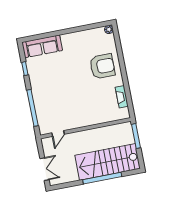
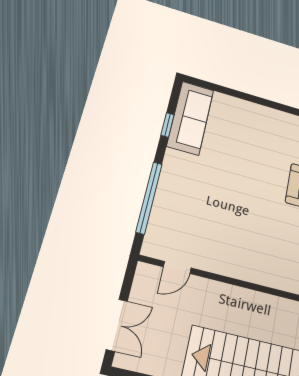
sofa: (42, 46) -> (190, 118), moved, turned -90

